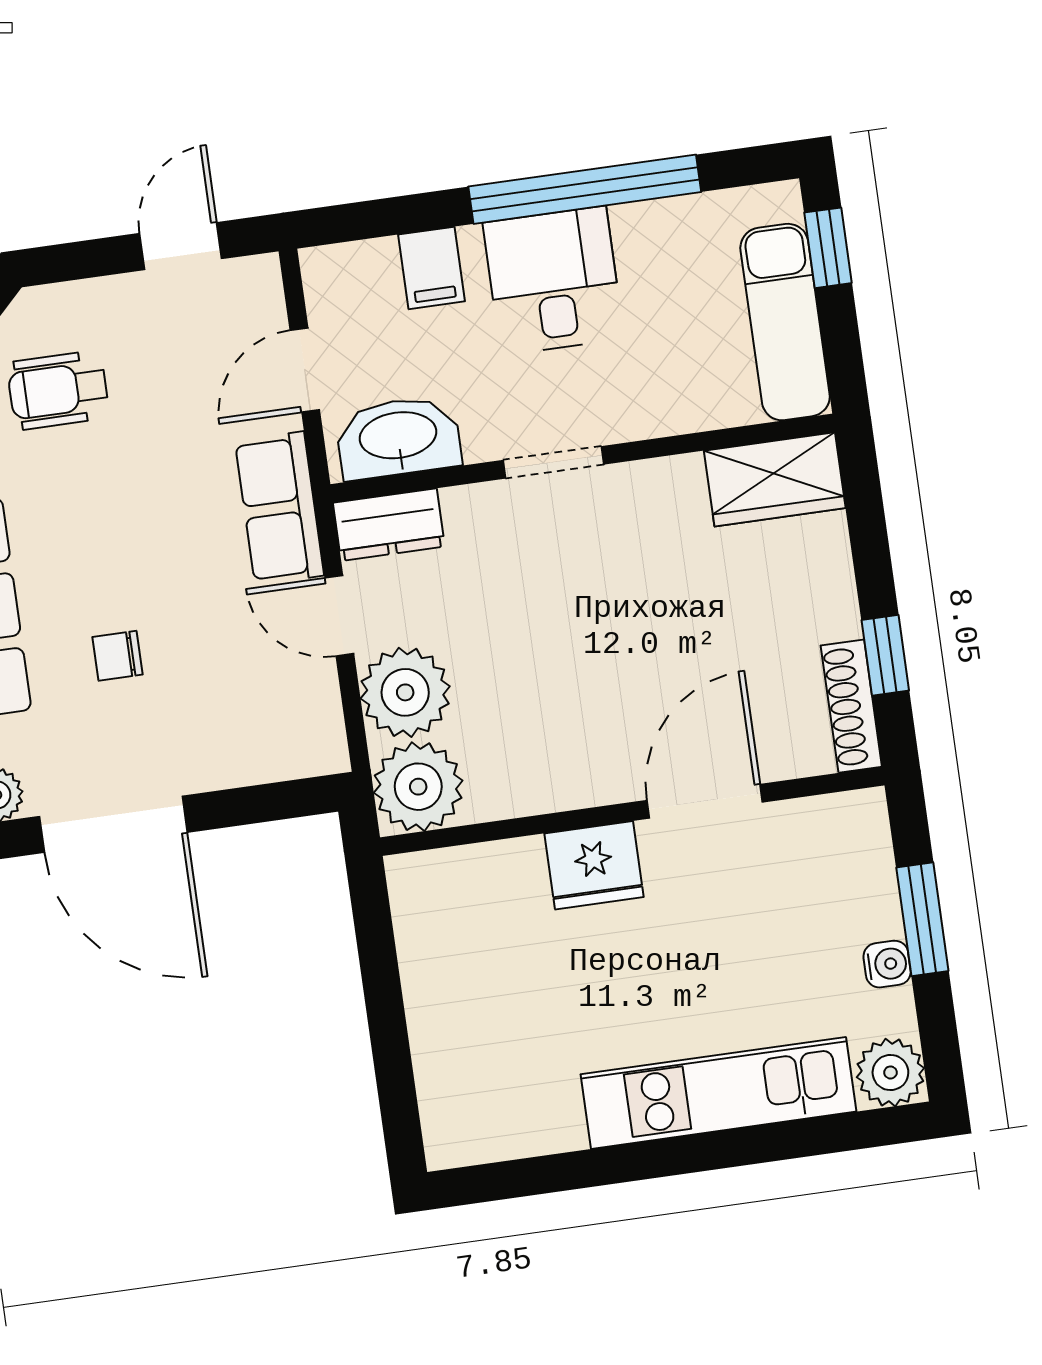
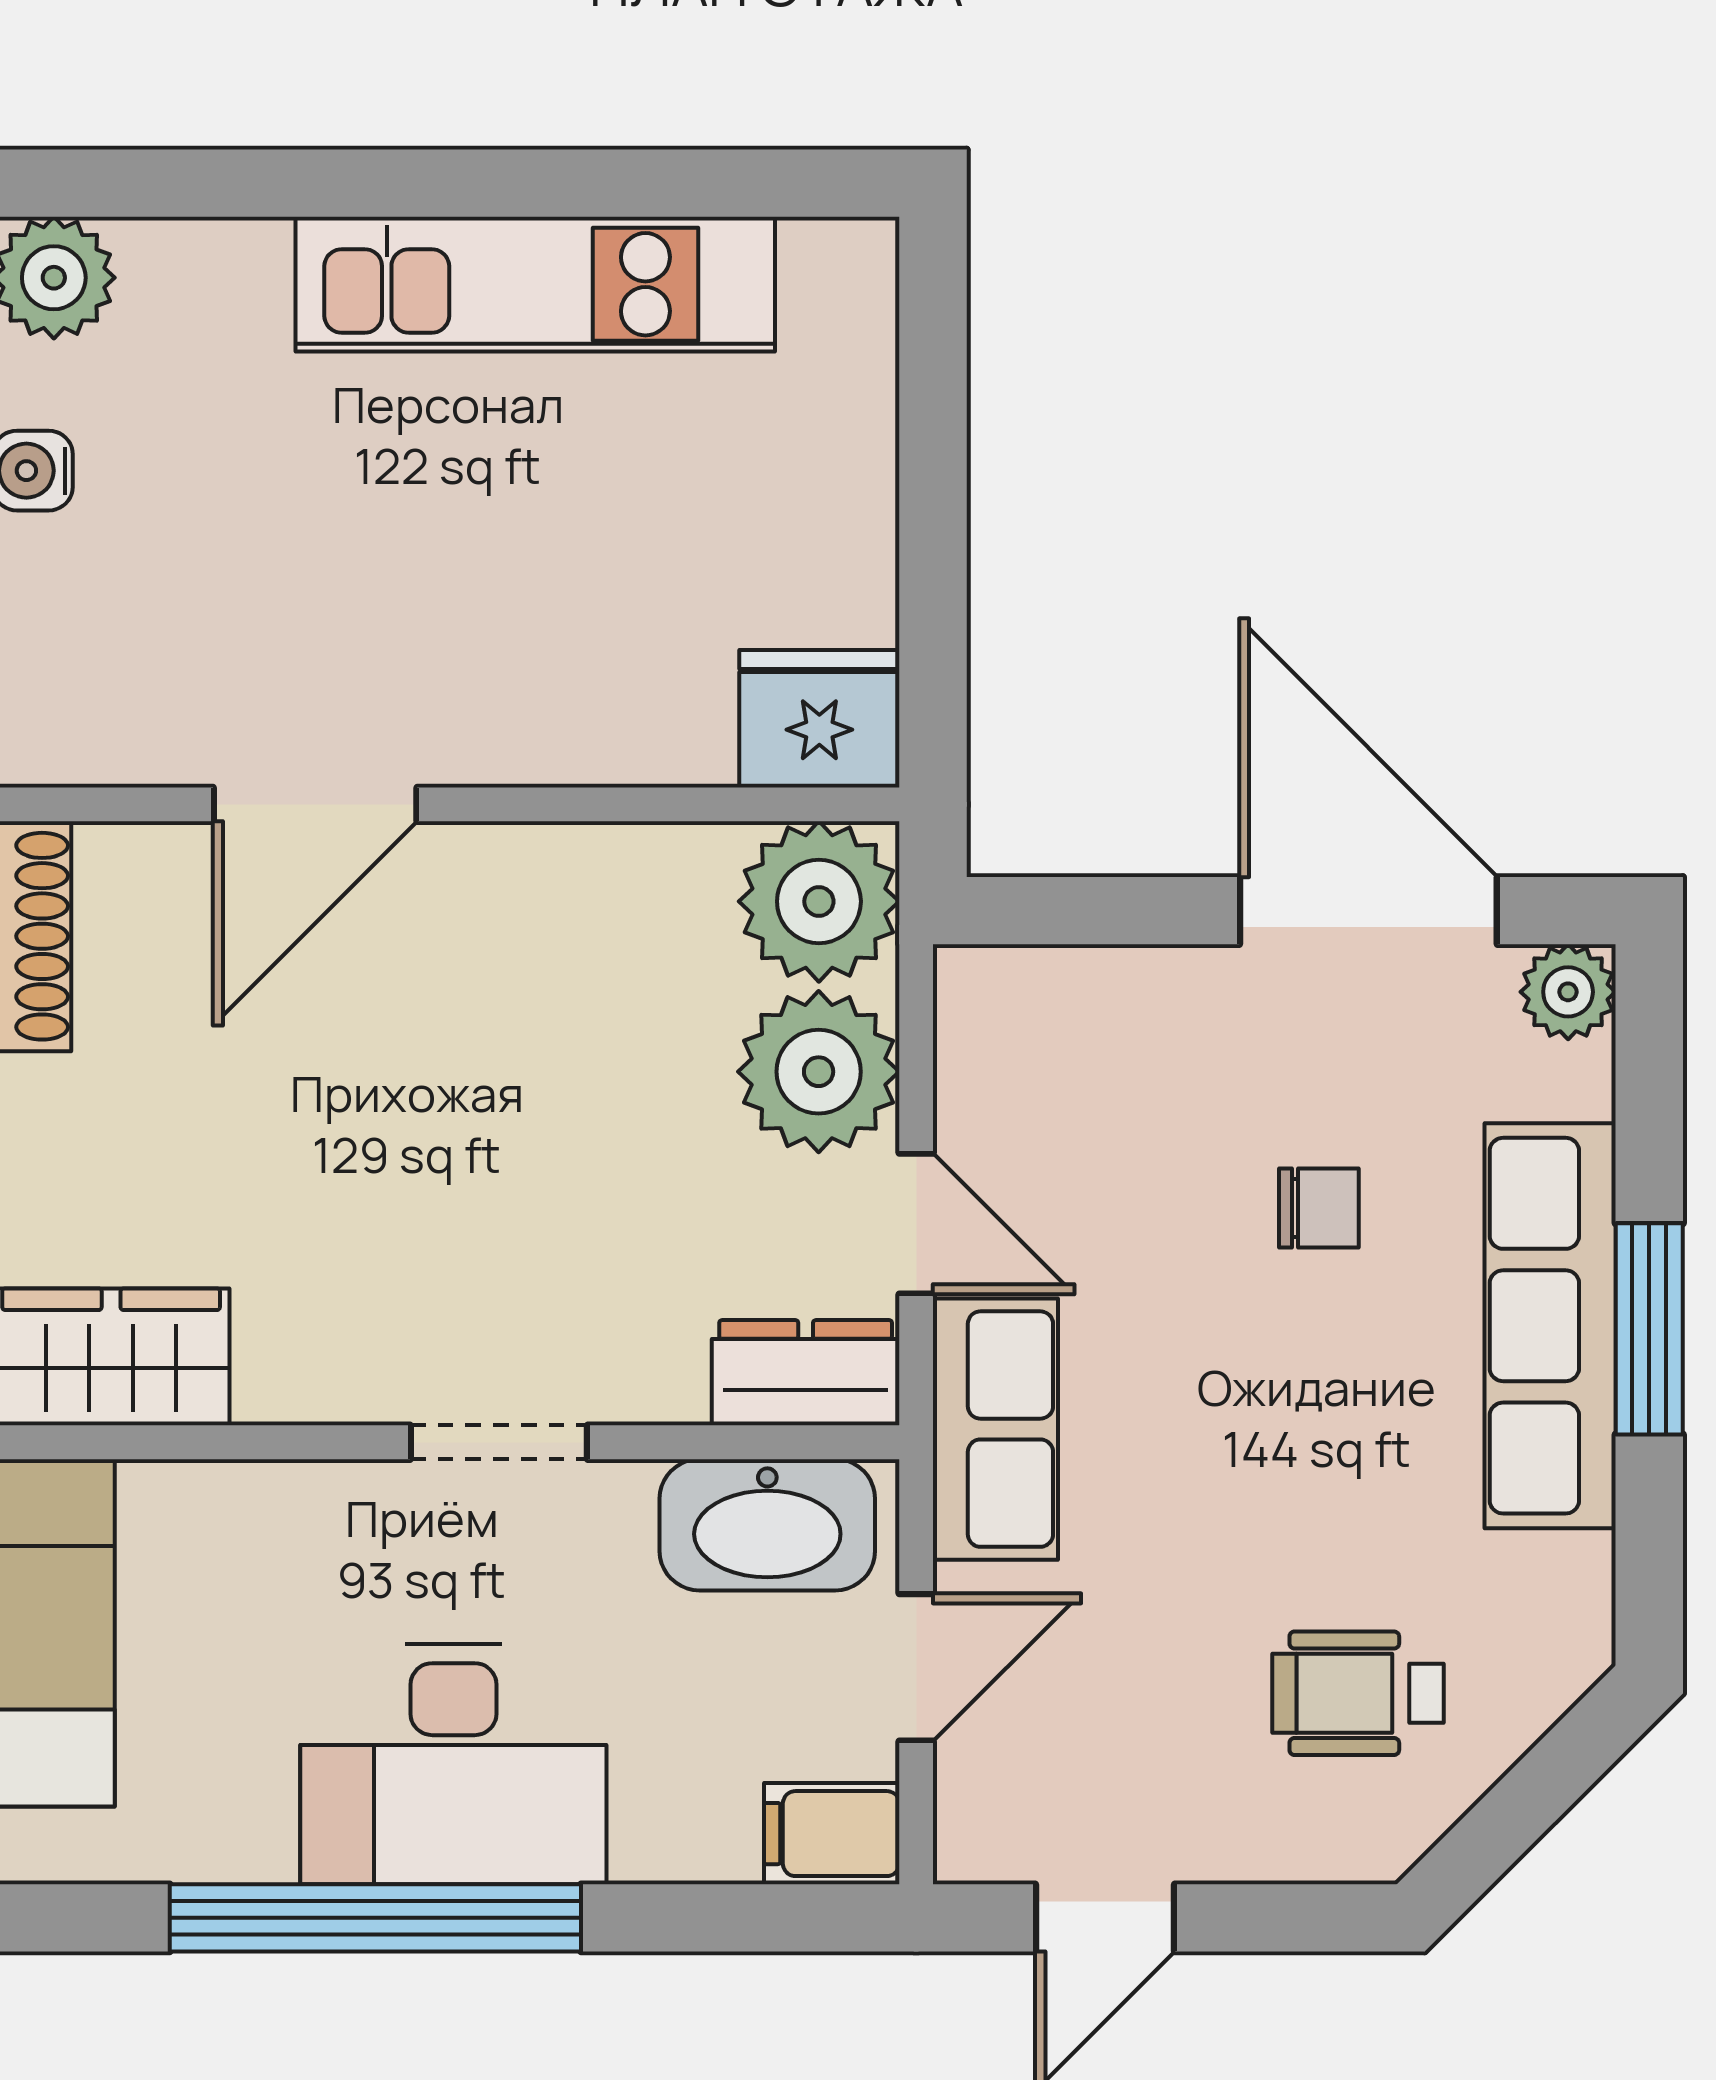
filing cabinet: (432, 268) -> (832, 1834), moved, turned -90
desk: (553, 281) -> (453, 1764), width x1.37
wheelchair: (58, 390) -> (1358, 1693), turned 180
fridge: (594, 865) -> (819, 719), moved
kitchen unit: (719, 1093) -> (535, 284), moved

